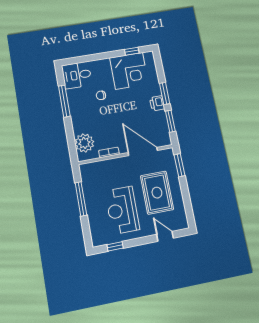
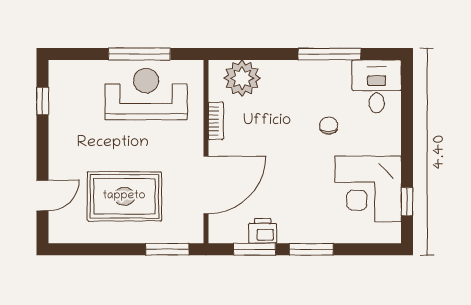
printer: (157, 103) -> (263, 231), moved
reception desk: (122, 210) -> (146, 94), moved

